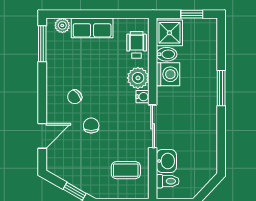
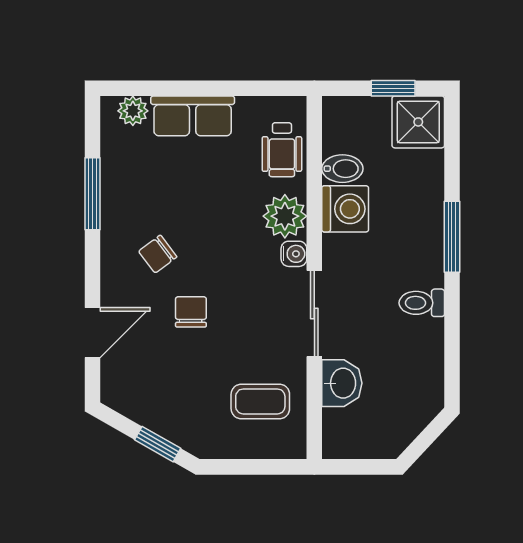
shower: (169, 33) -> (418, 122), moved
window: (42, 44) -> (92, 194), moved
wheelchair: (137, 45) -> (282, 150), turned 180
toilet: (168, 181) -> (422, 303), moved, turned 180

